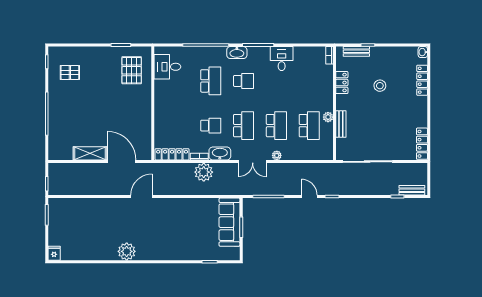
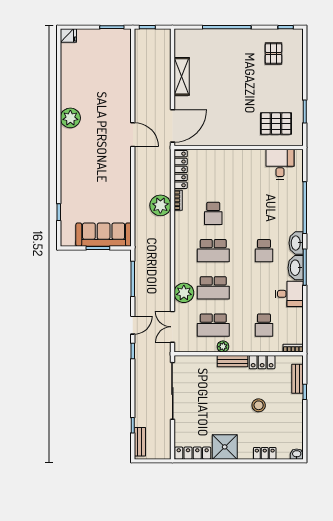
locker: (422, 80) -> (265, 453), width x0.66
school desk: (211, 81) -> (264, 325), moved, width x0.54
shower: (416, 116) -> (225, 447), added
bench: (341, 124) -> (233, 361), moved
washbasin: (220, 154) -> (296, 268), moved, turned 180
plant: (277, 155) -> (184, 293), width x1.88, depth x1.88
door: (122, 162) -> (172, 126), moved
double door: (253, 162) -> (172, 327), moved

